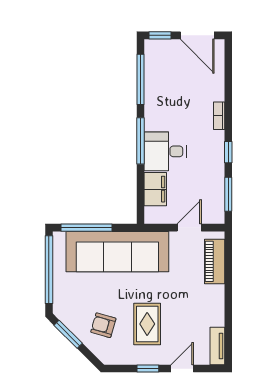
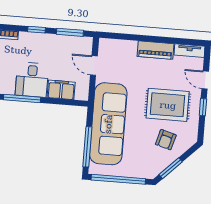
piano: (215, 261) -> (155, 50), moved
rug: (147, 324) -> (168, 105), width x1.36, depth x1.43

